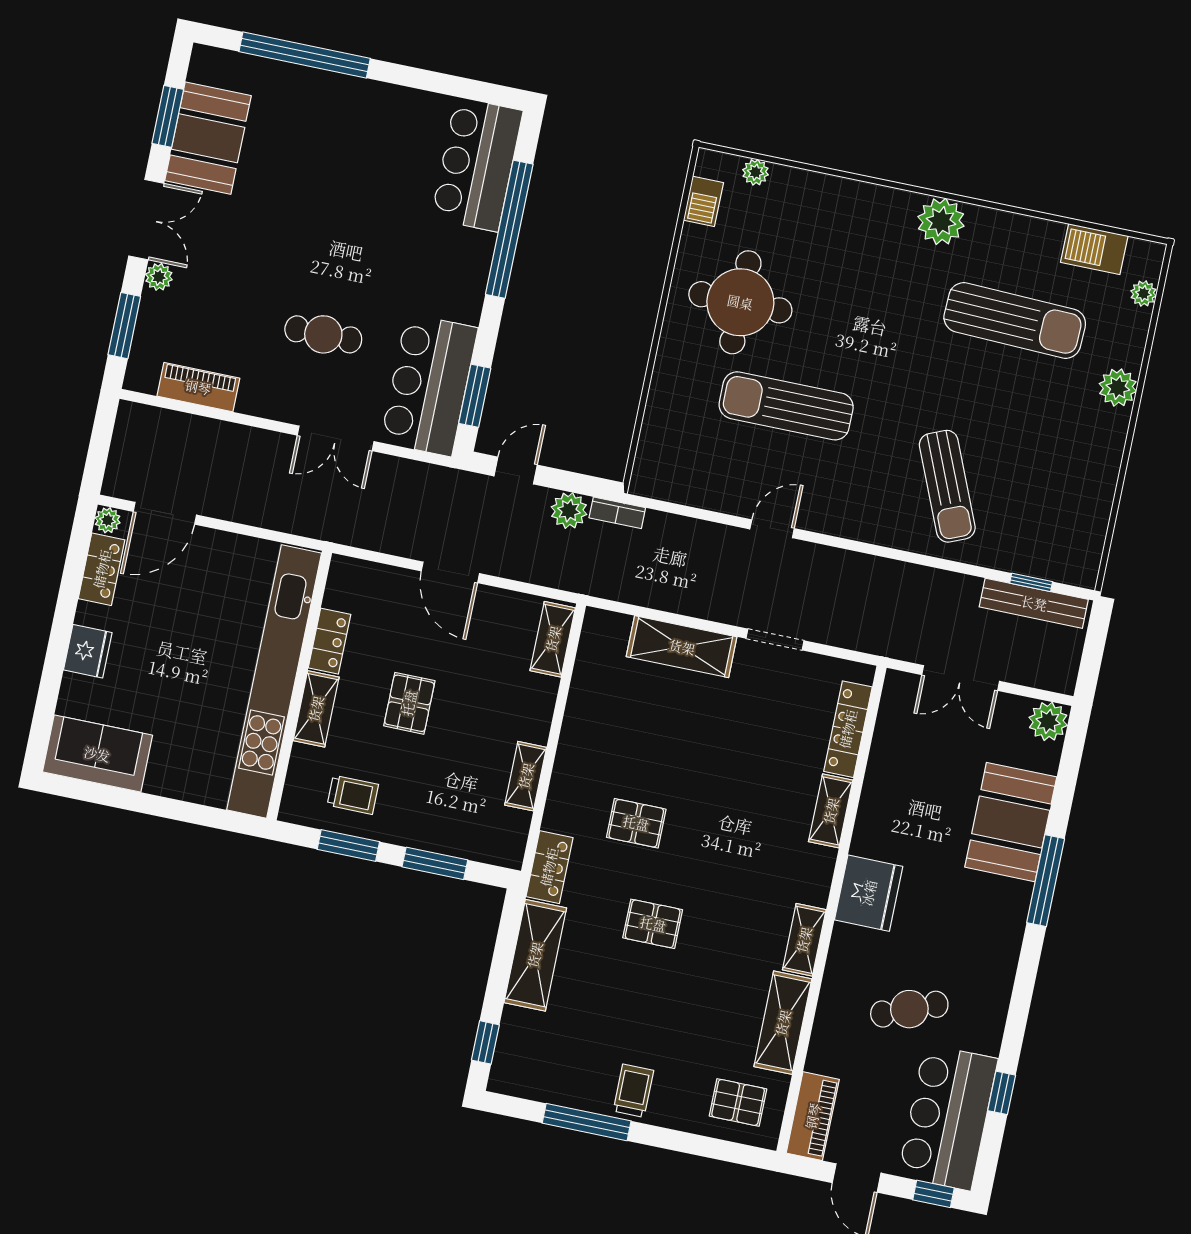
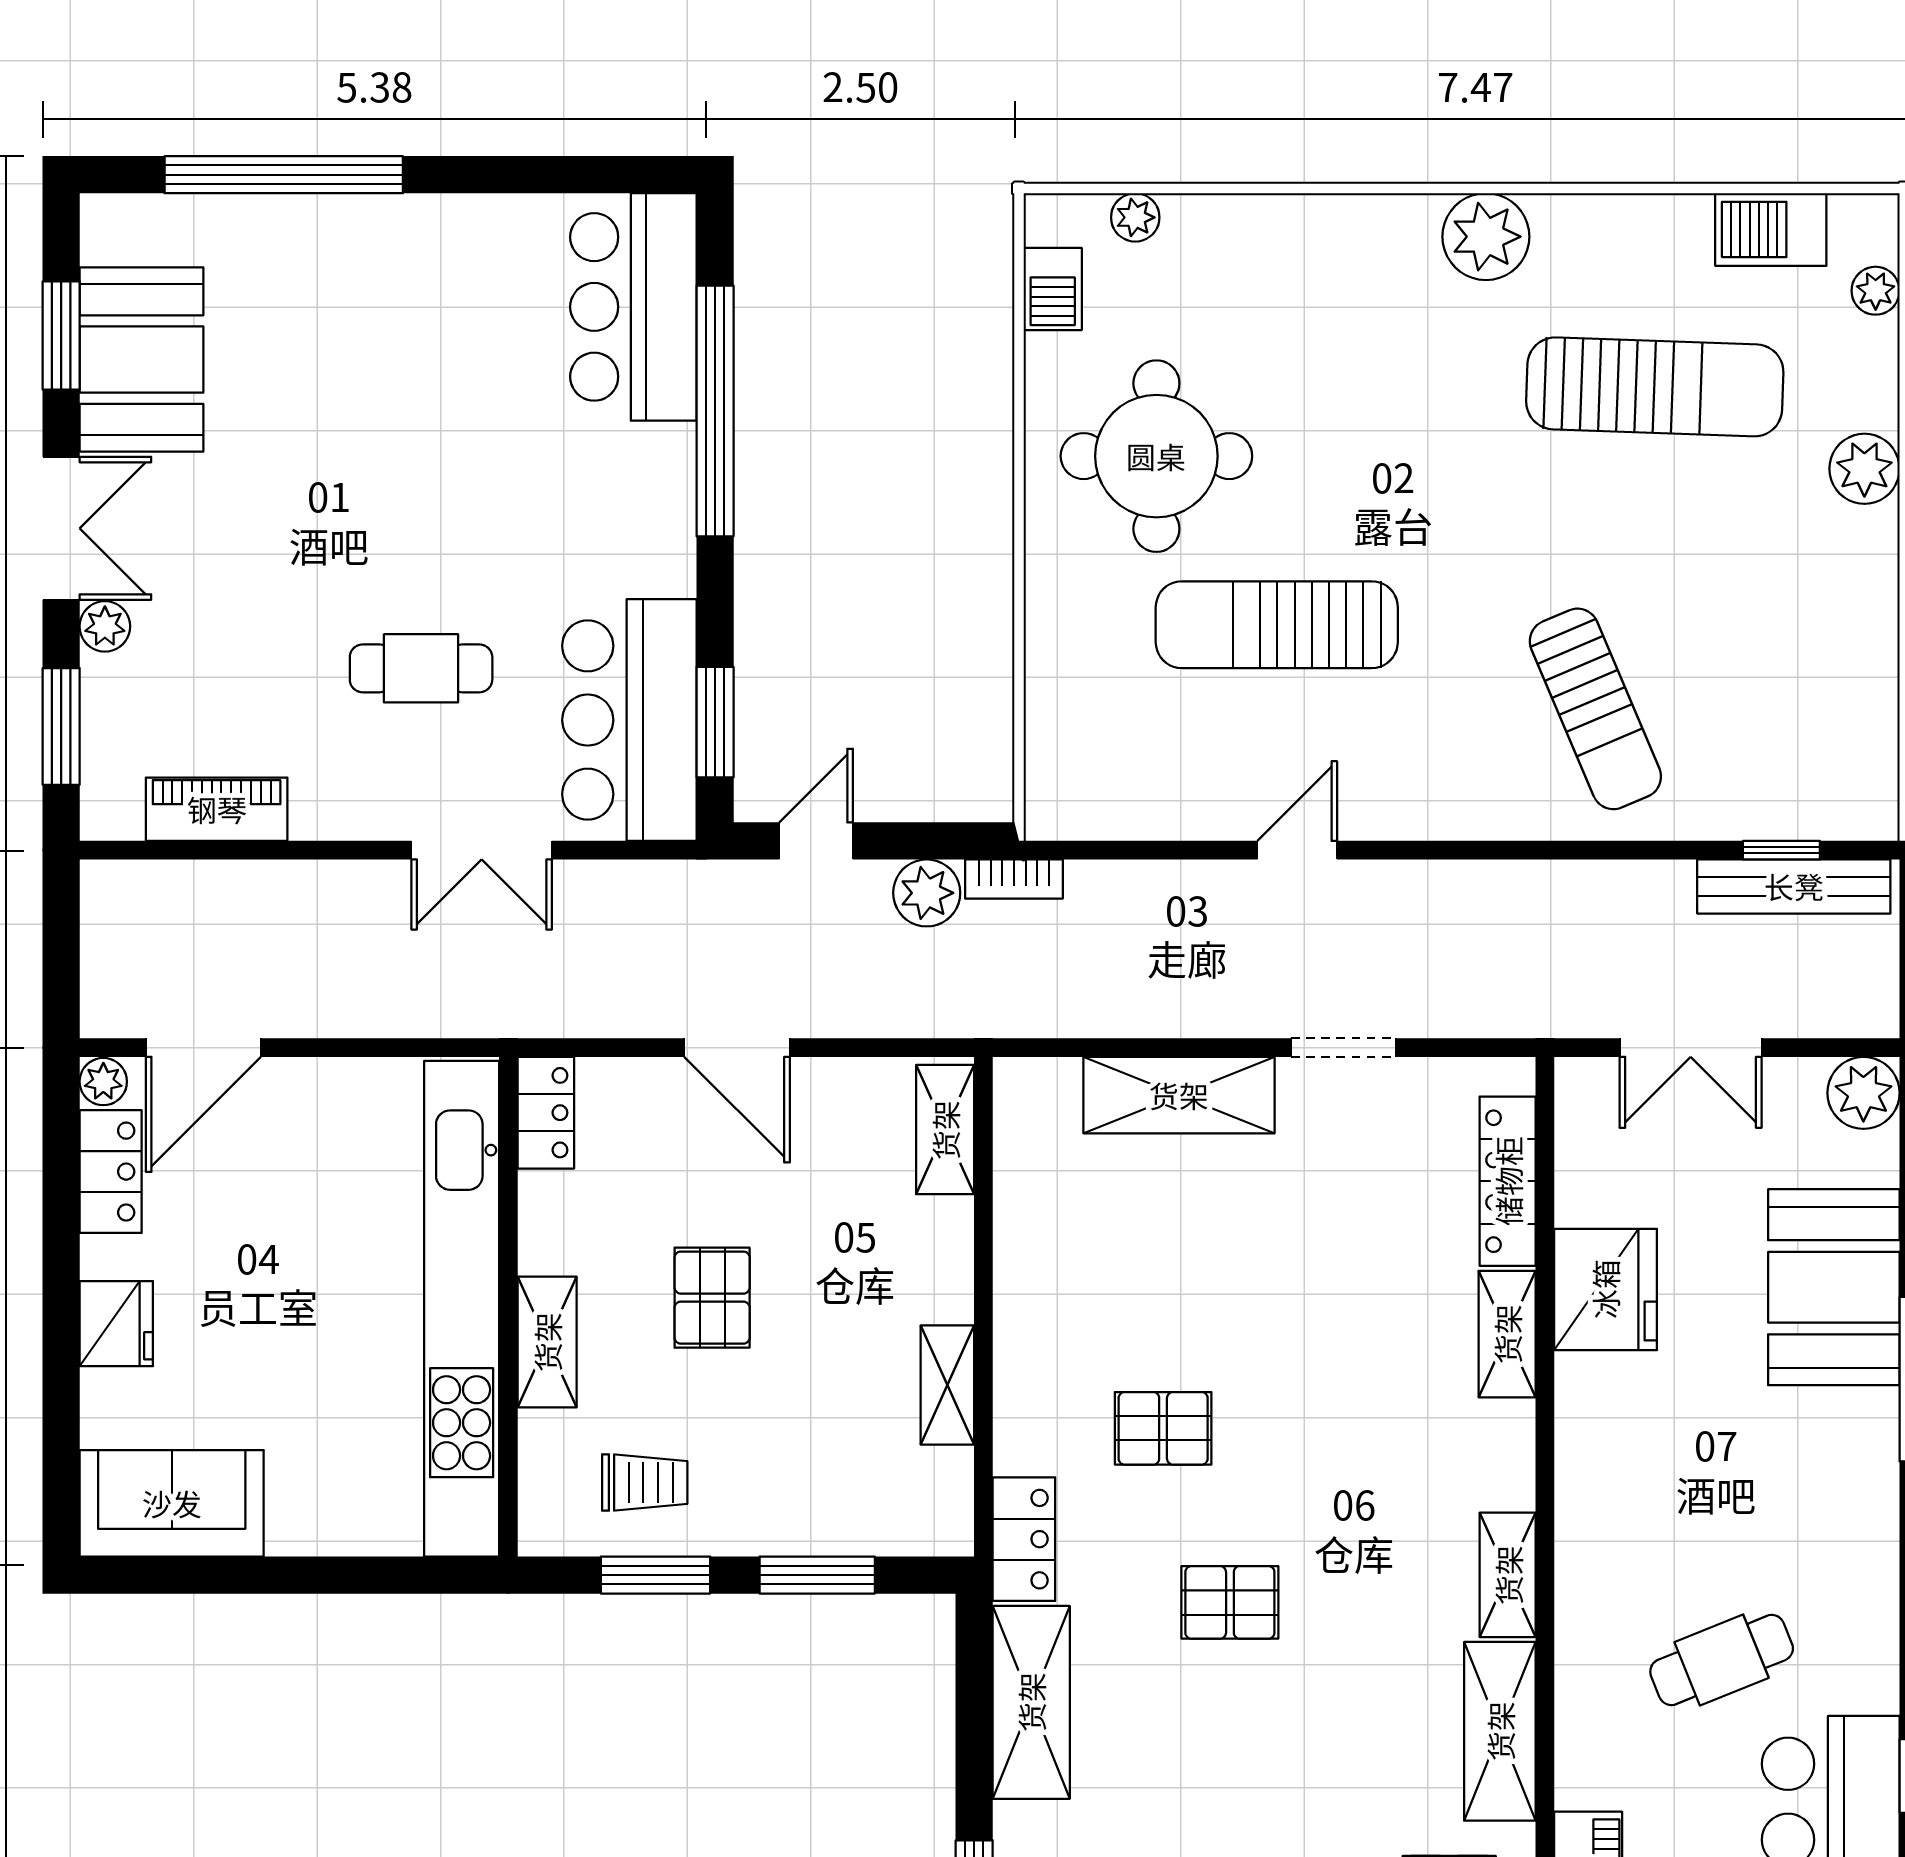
locker: (330, 641) -> (546, 1113), moved
fridge: (869, 893) -> (1605, 1289), moved

